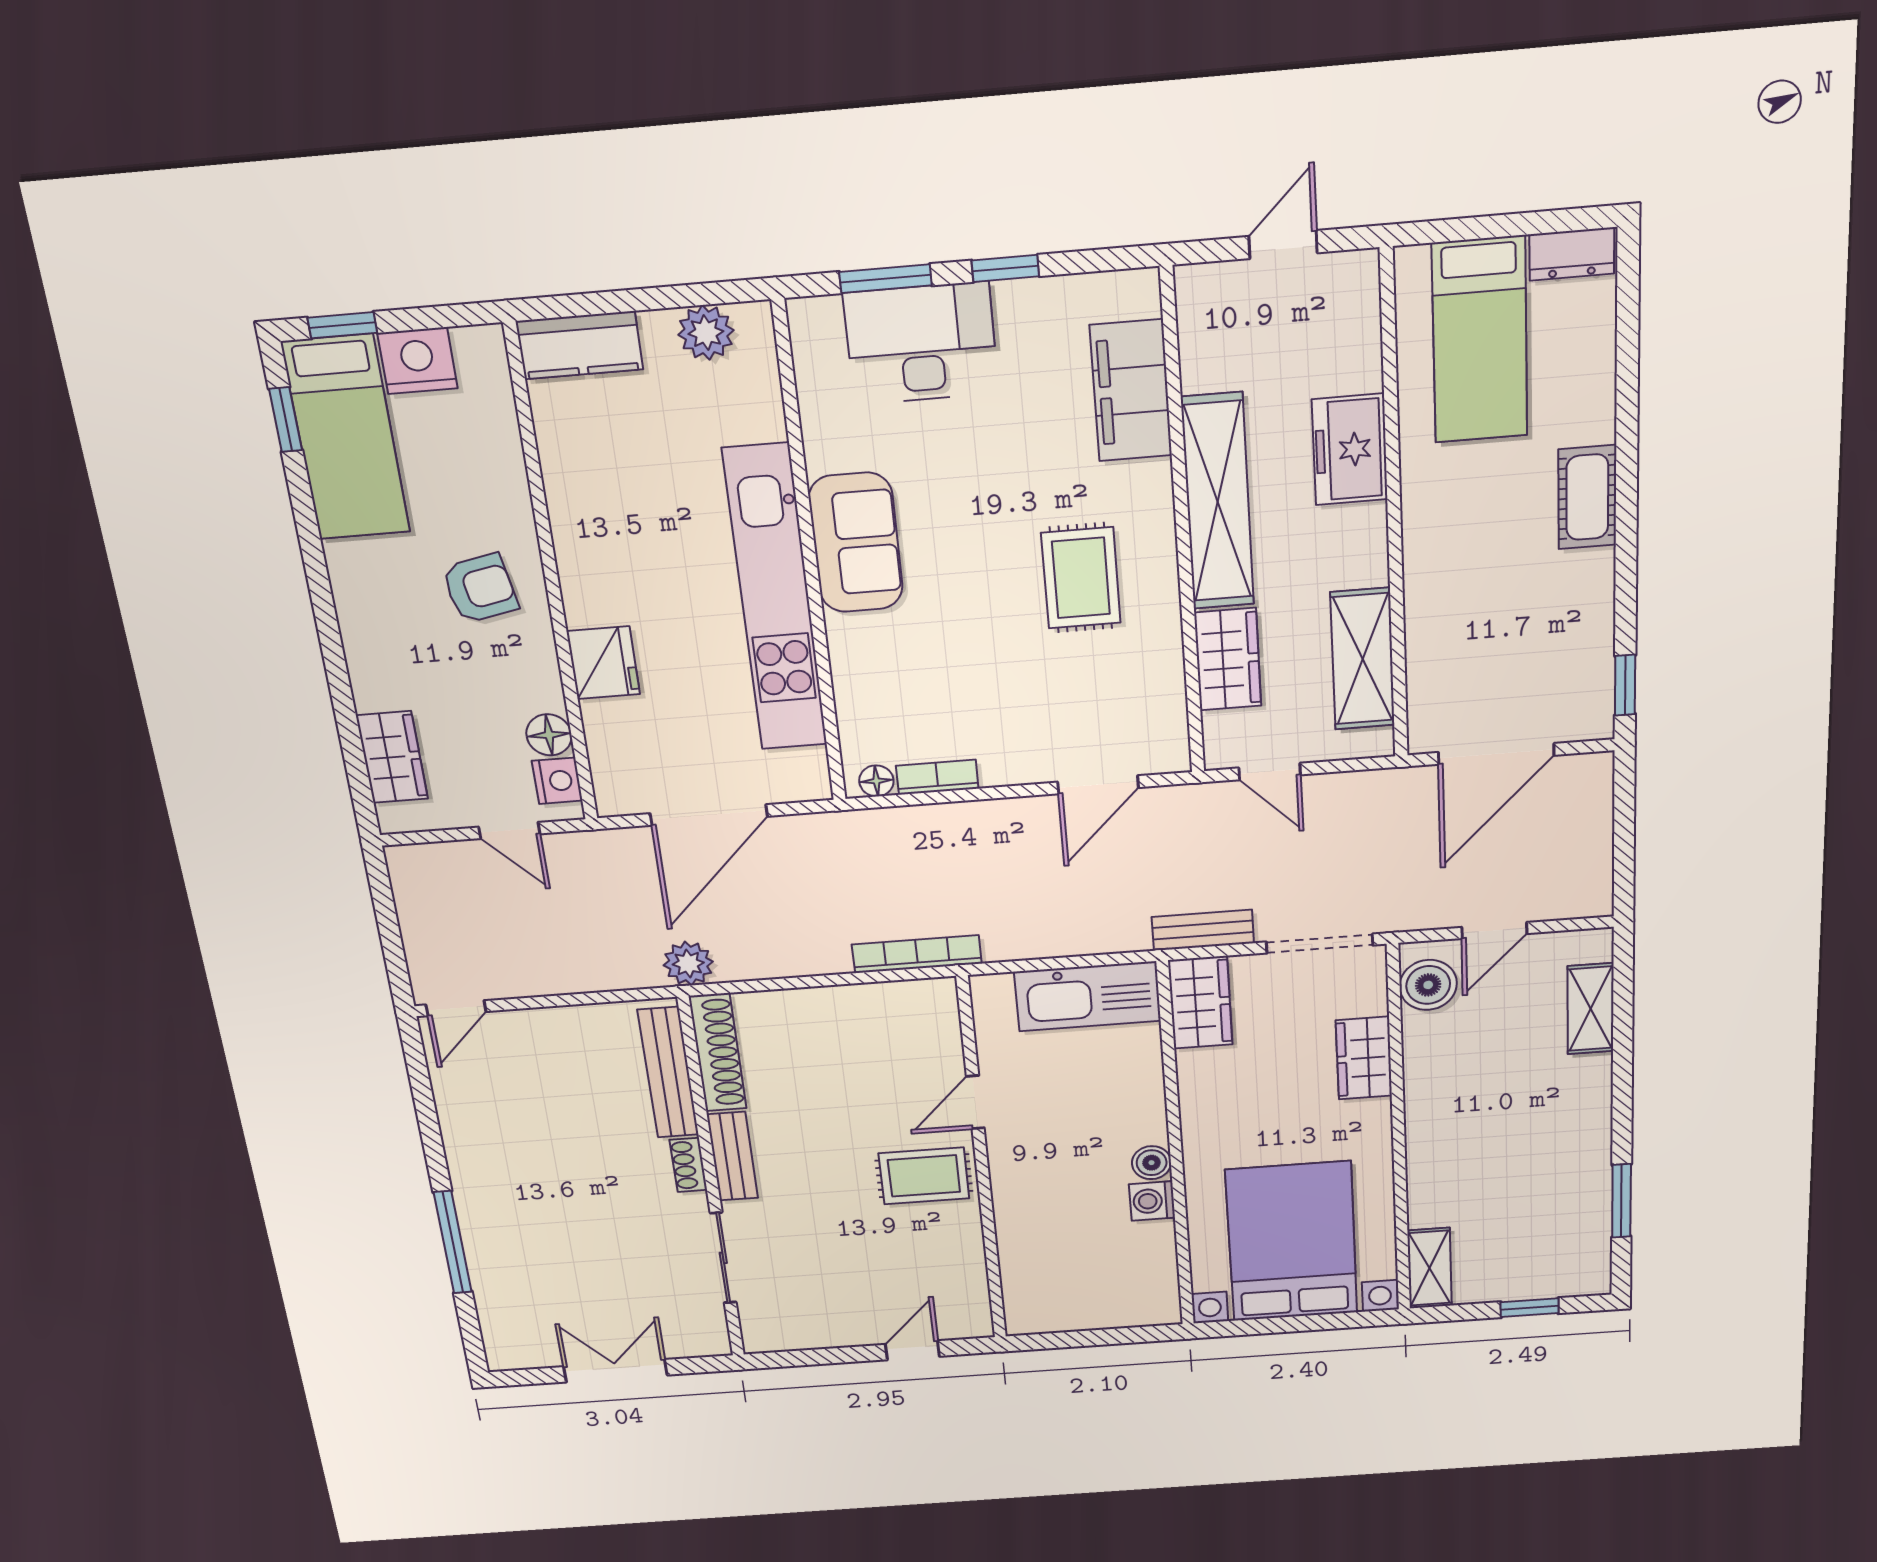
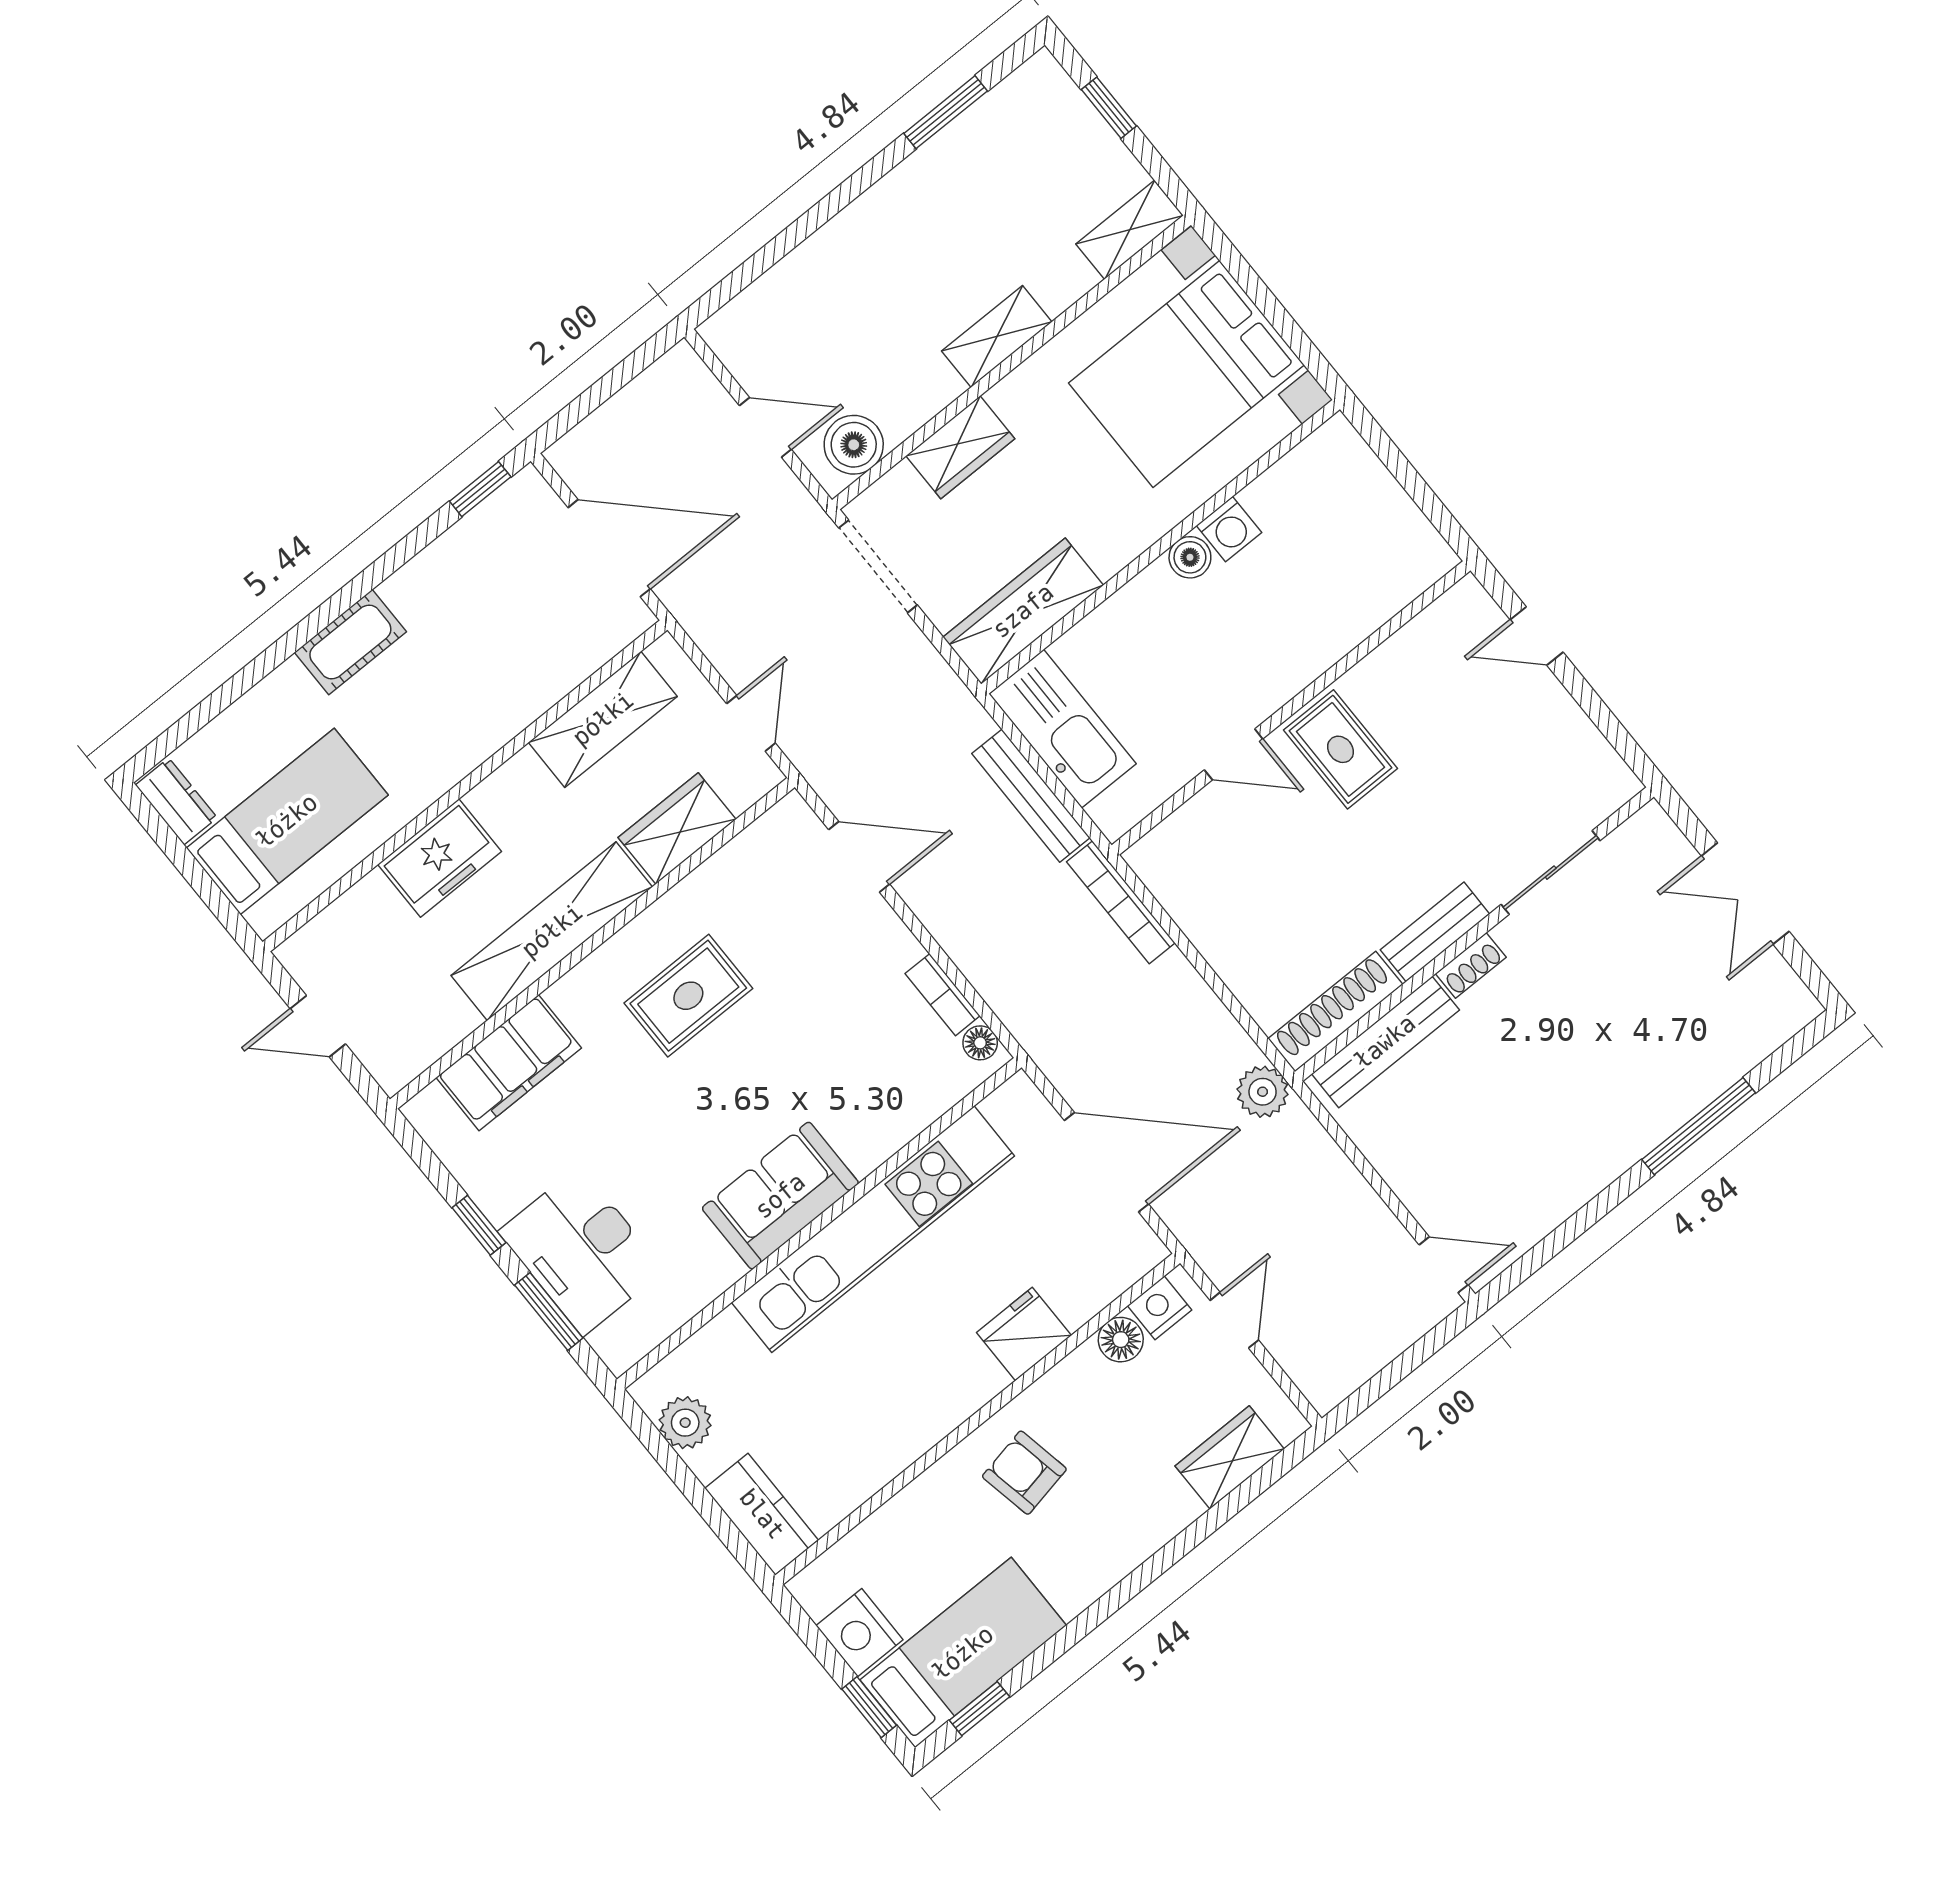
bench: (1203, 930) -> (1031, 796), moved, width x1.36
wardrobe: (1200, 1003) -> (1023, 611), width x1.50
shelving: (1591, 1009) -> (997, 336), moved

